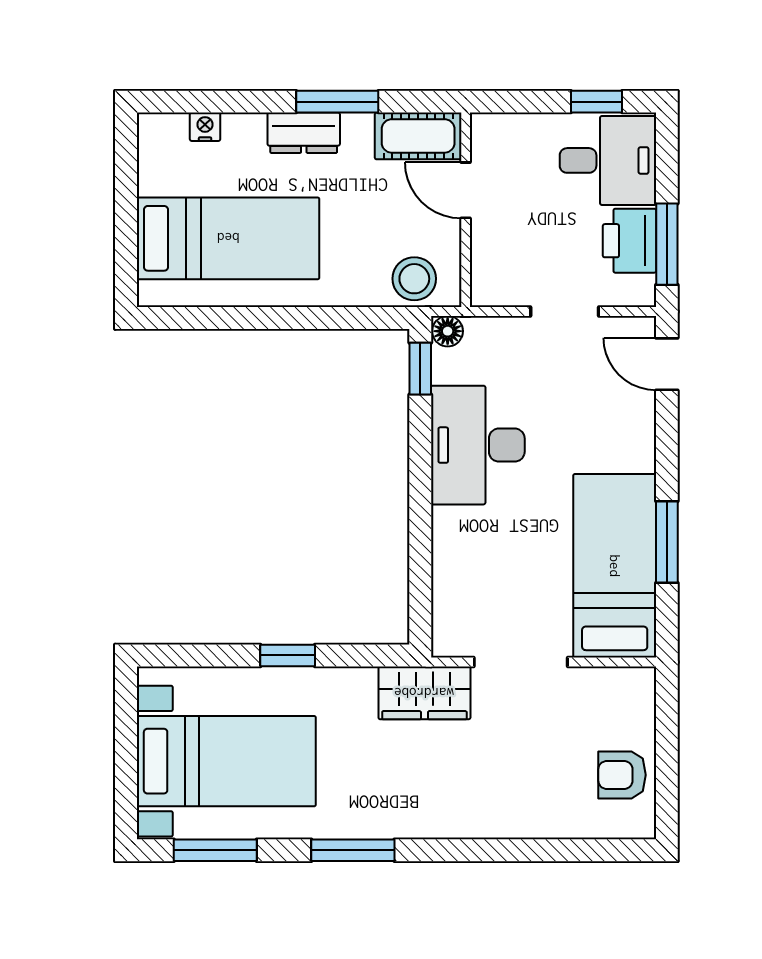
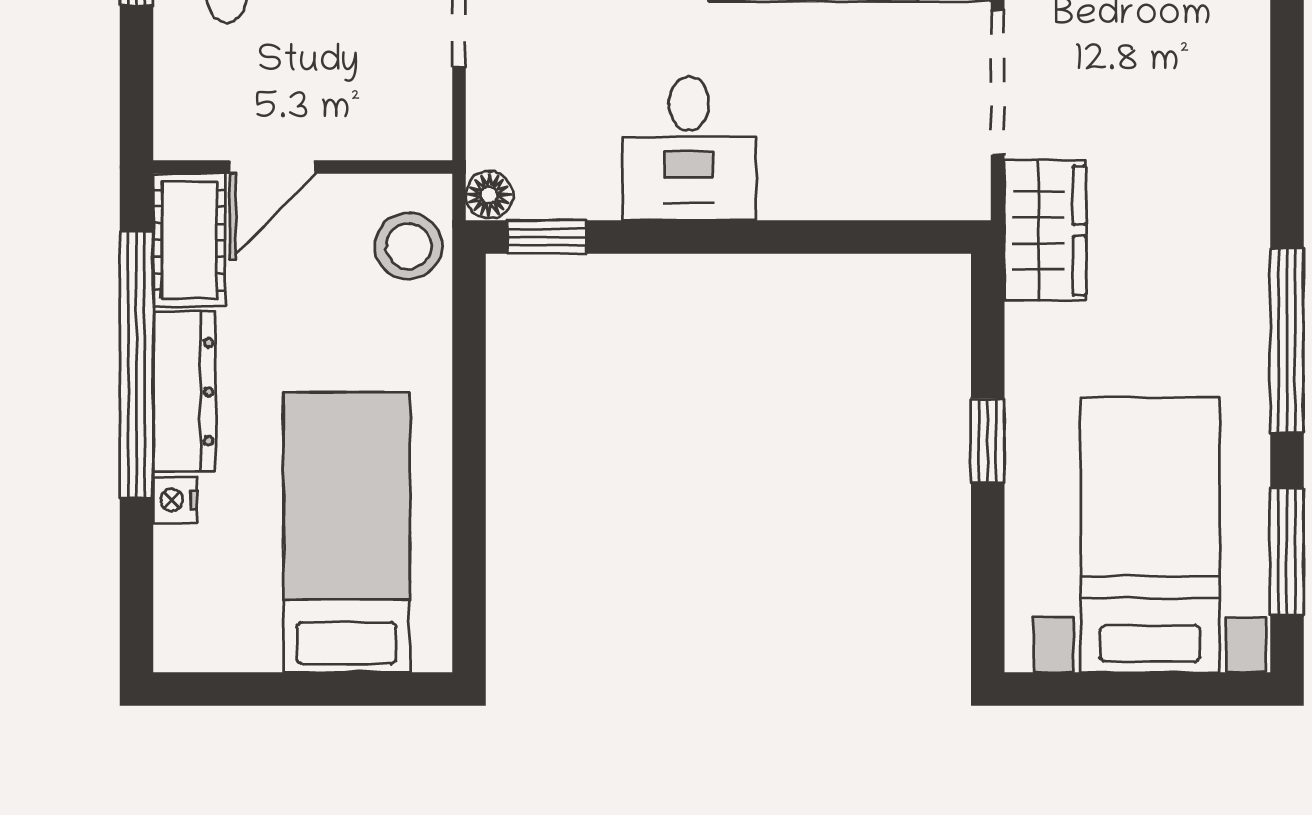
window: (337, 102) -> (136, 364), width x2.11
nightstand: (205, 127) -> (175, 500), moved
dresser: (304, 133) -> (184, 392), width x1.44
desk: (478, 445) -> (689, 148), width x0.73
window: (353, 850) -> (1287, 340), width x1.44

